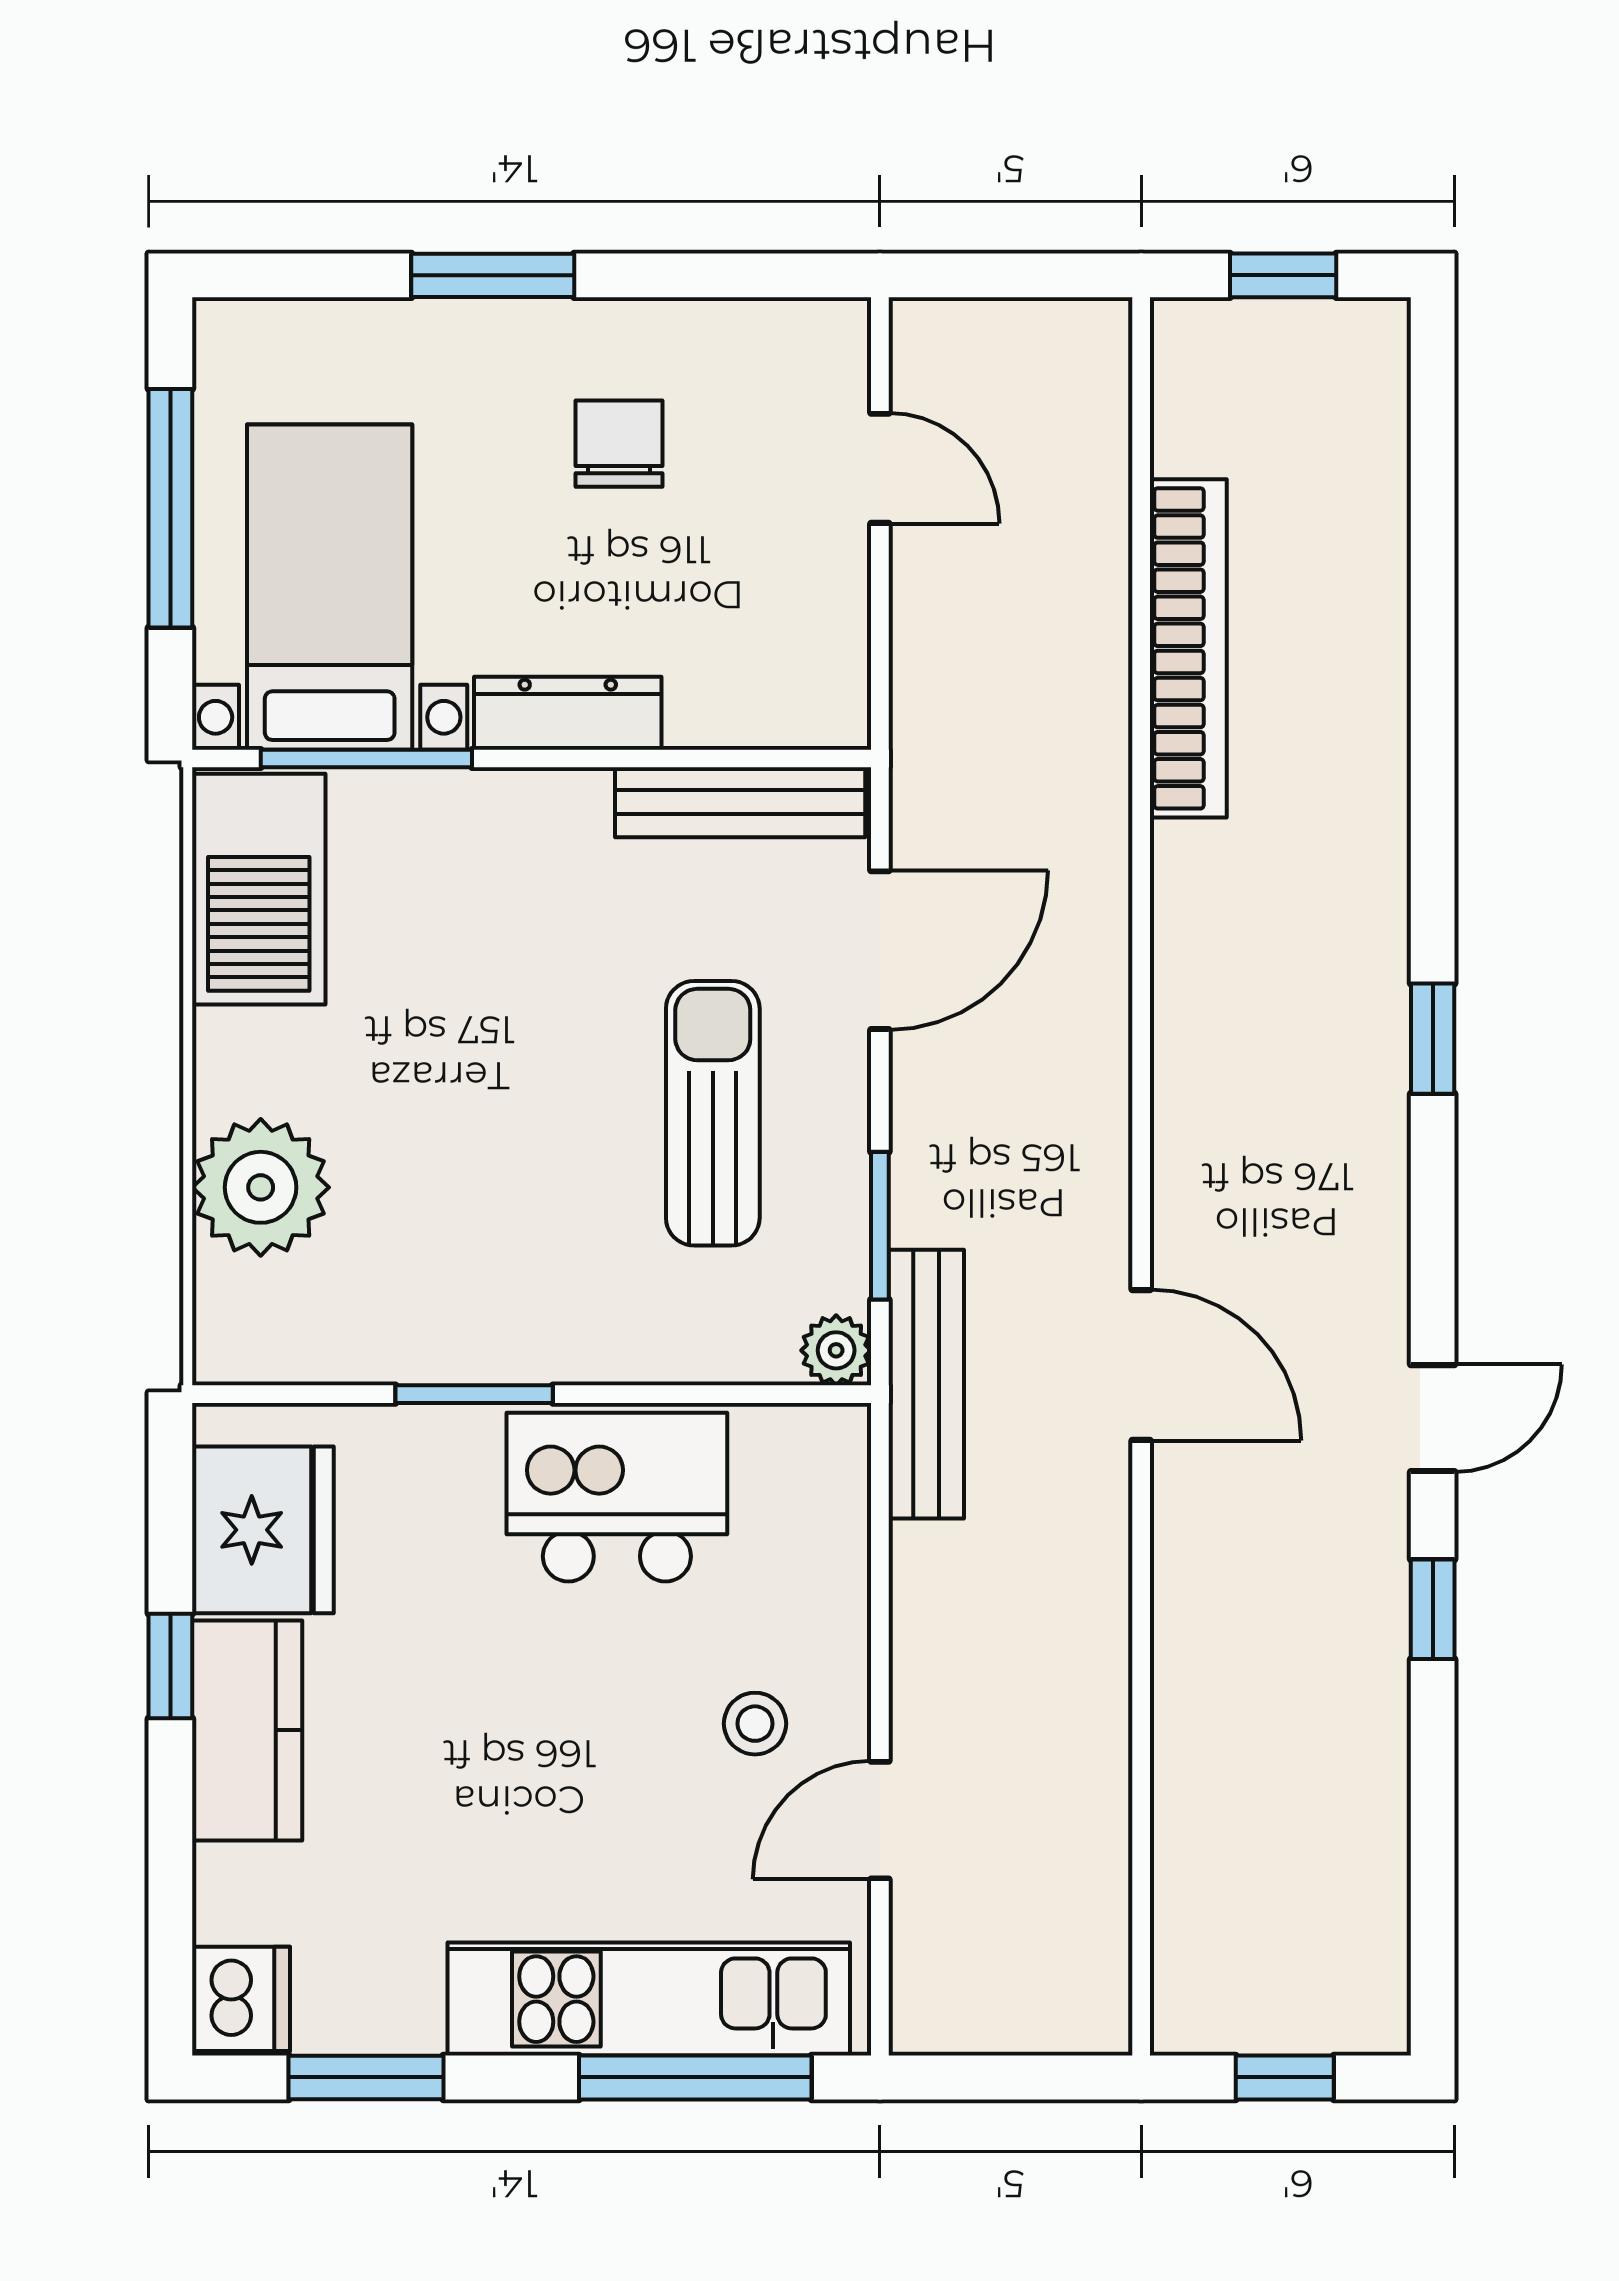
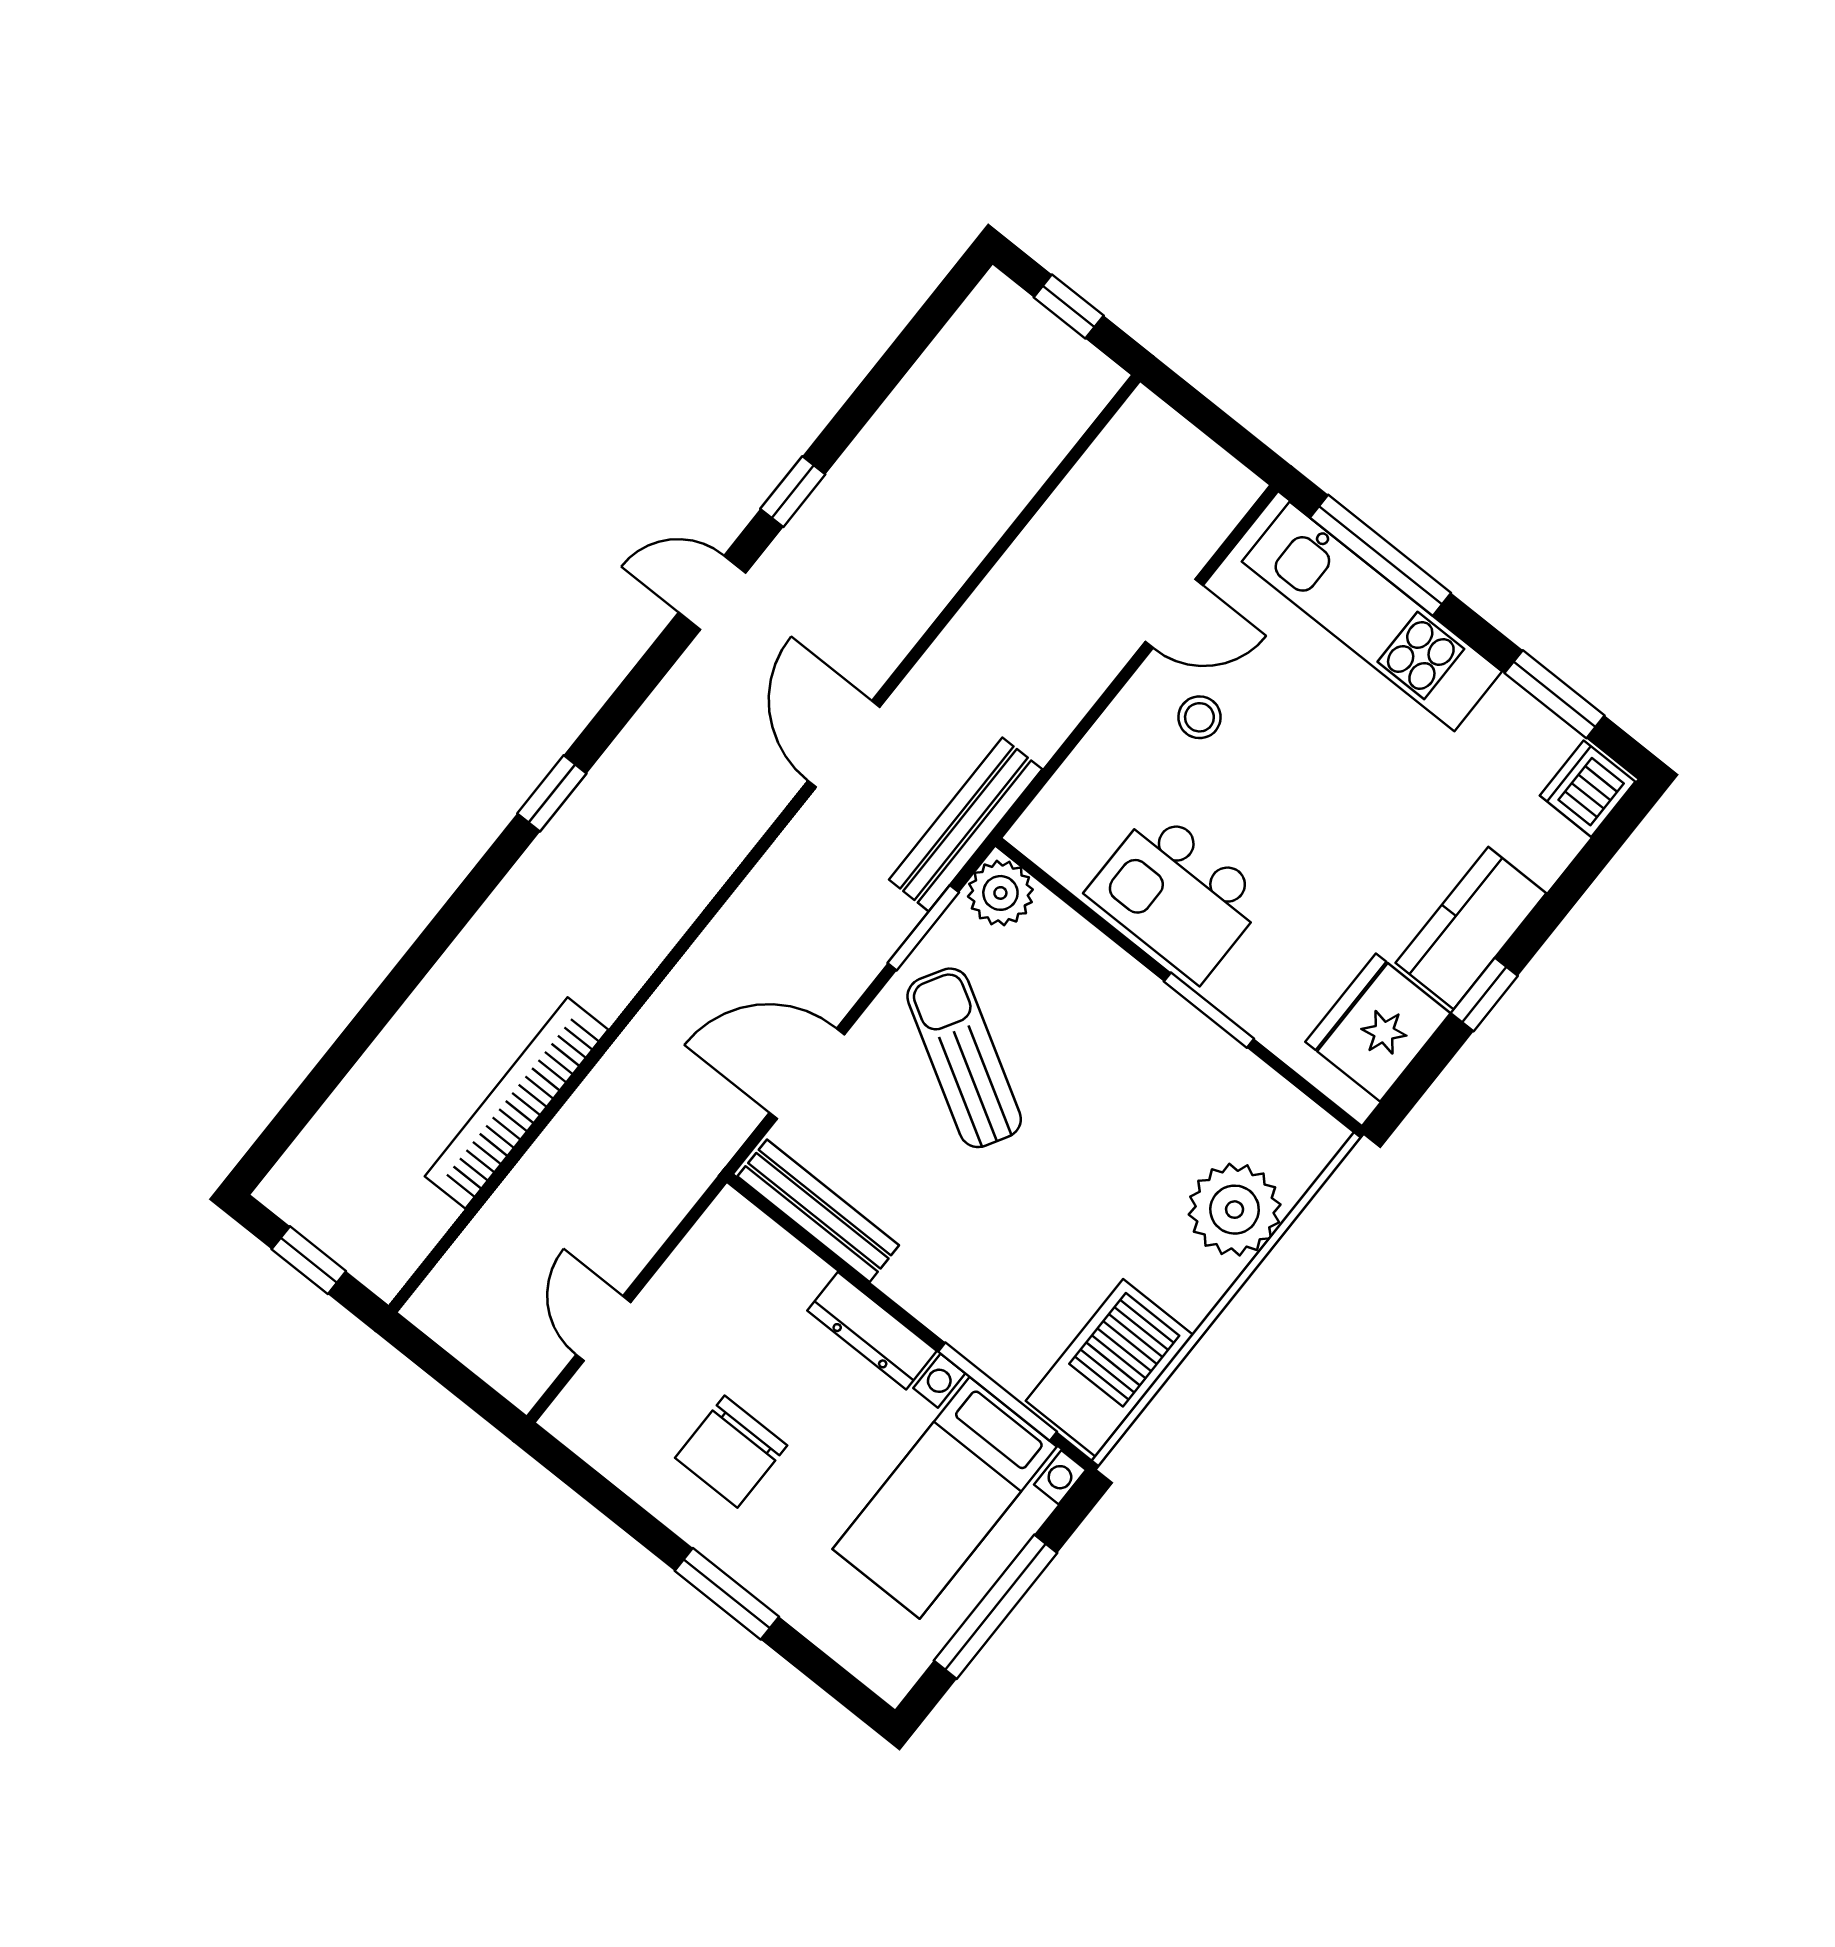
chair: (619, 444) -> (731, 1452), width x1.37, depth x1.37
sun lounger: (713, 1113) -> (964, 1058), turned 120
plant: (836, 1350) -> (1000, 893), width x1.38, depth x1.38

